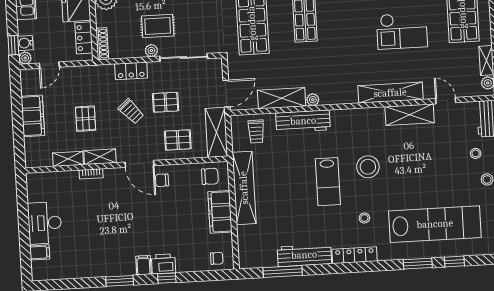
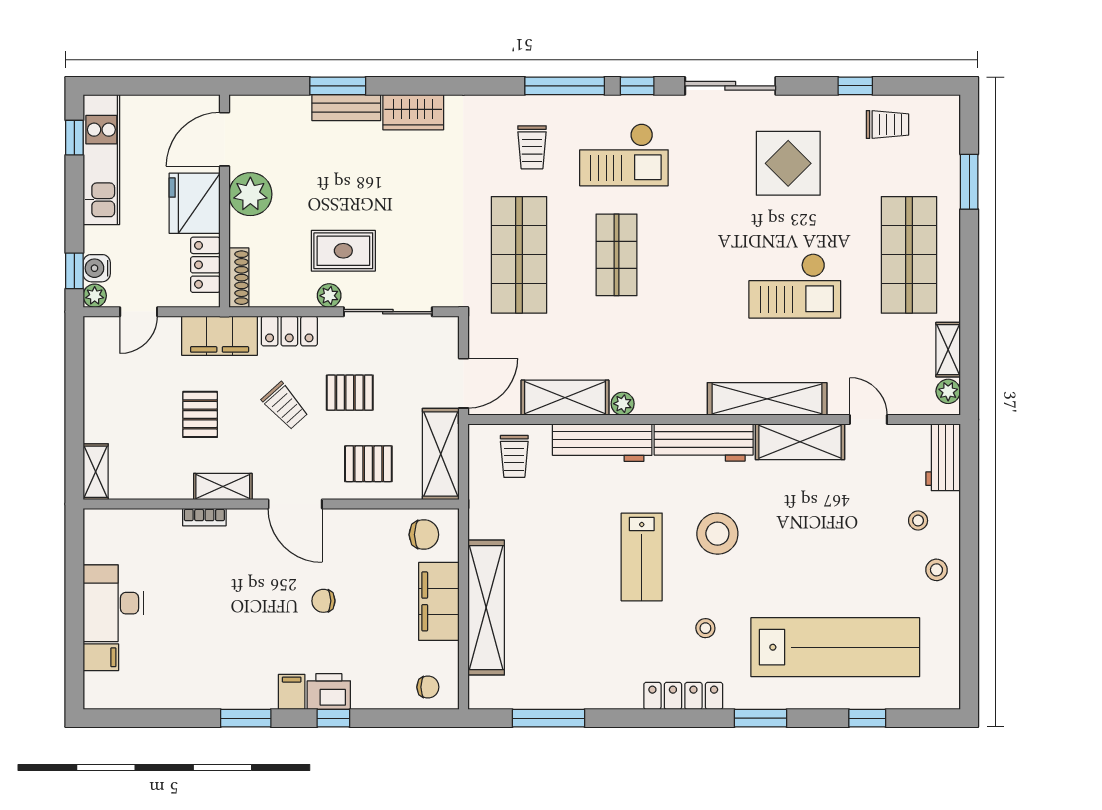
filing cabinet: (33, 116) -> (220, 336), moved, turned 90
shelving: (68, 159) -> (96, 472), moved, turned 90
chair: (162, 180) -> (323, 601), moved
shelving: (244, 188) -> (486, 608), moved
workbench: (304, 255) -> (704, 442), moved, turned 180
window: (418, 264) -> (760, 718), moved

